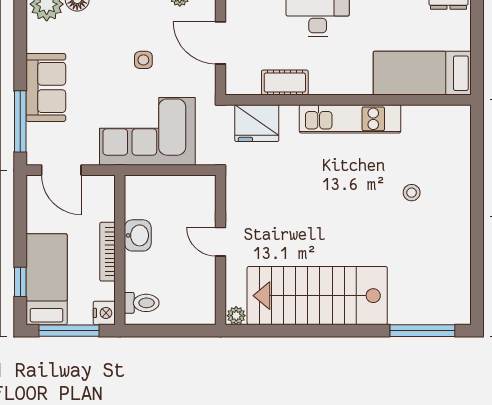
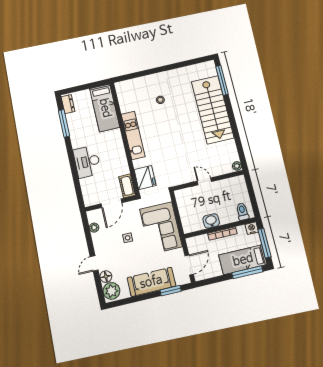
cot: (285, 83) -> (127, 186), moved
sofa: (46, 87) -> (151, 282), width x1.36
window: (20, 121) -> (171, 291), width x0.69
door: (220, 242) -> (204, 181), swing flipped
window: (20, 282) -> (247, 272), width x2.17
stairs: (317, 296) -> (213, 110), moved

